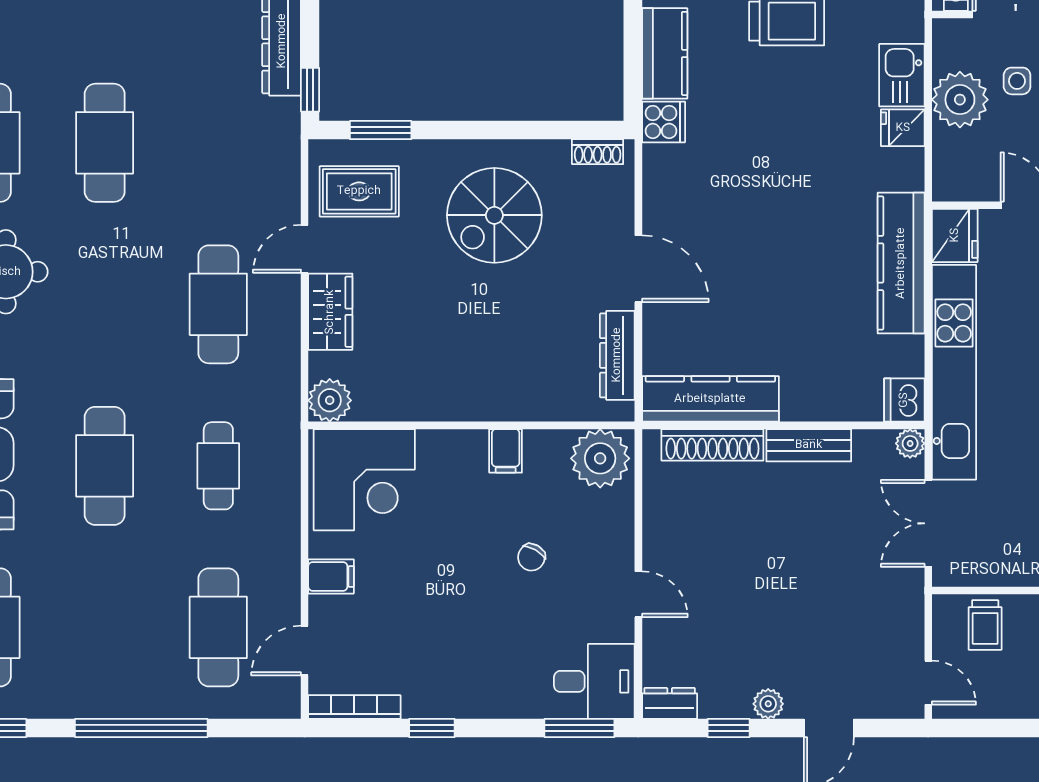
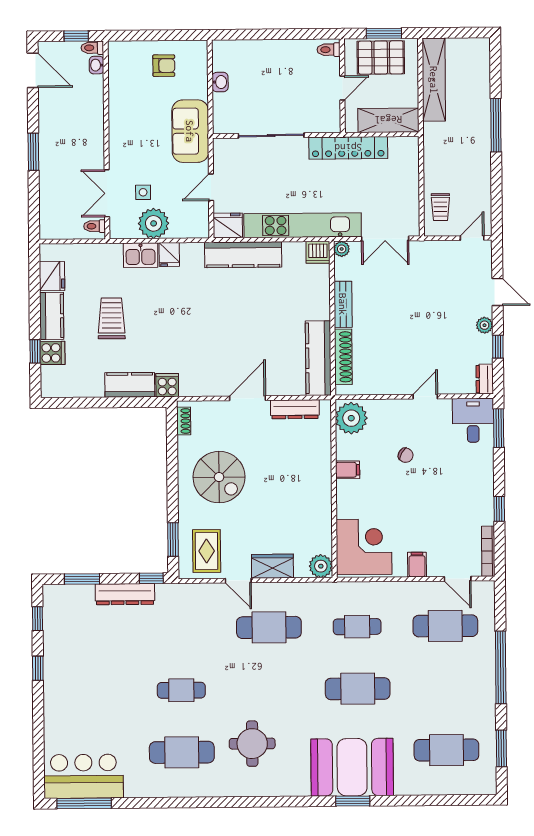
cafe table: (105, 143) -> (181, 690), width x0.73, depth x0.74
trolley: (985, 625) -> (440, 207), turned 90

